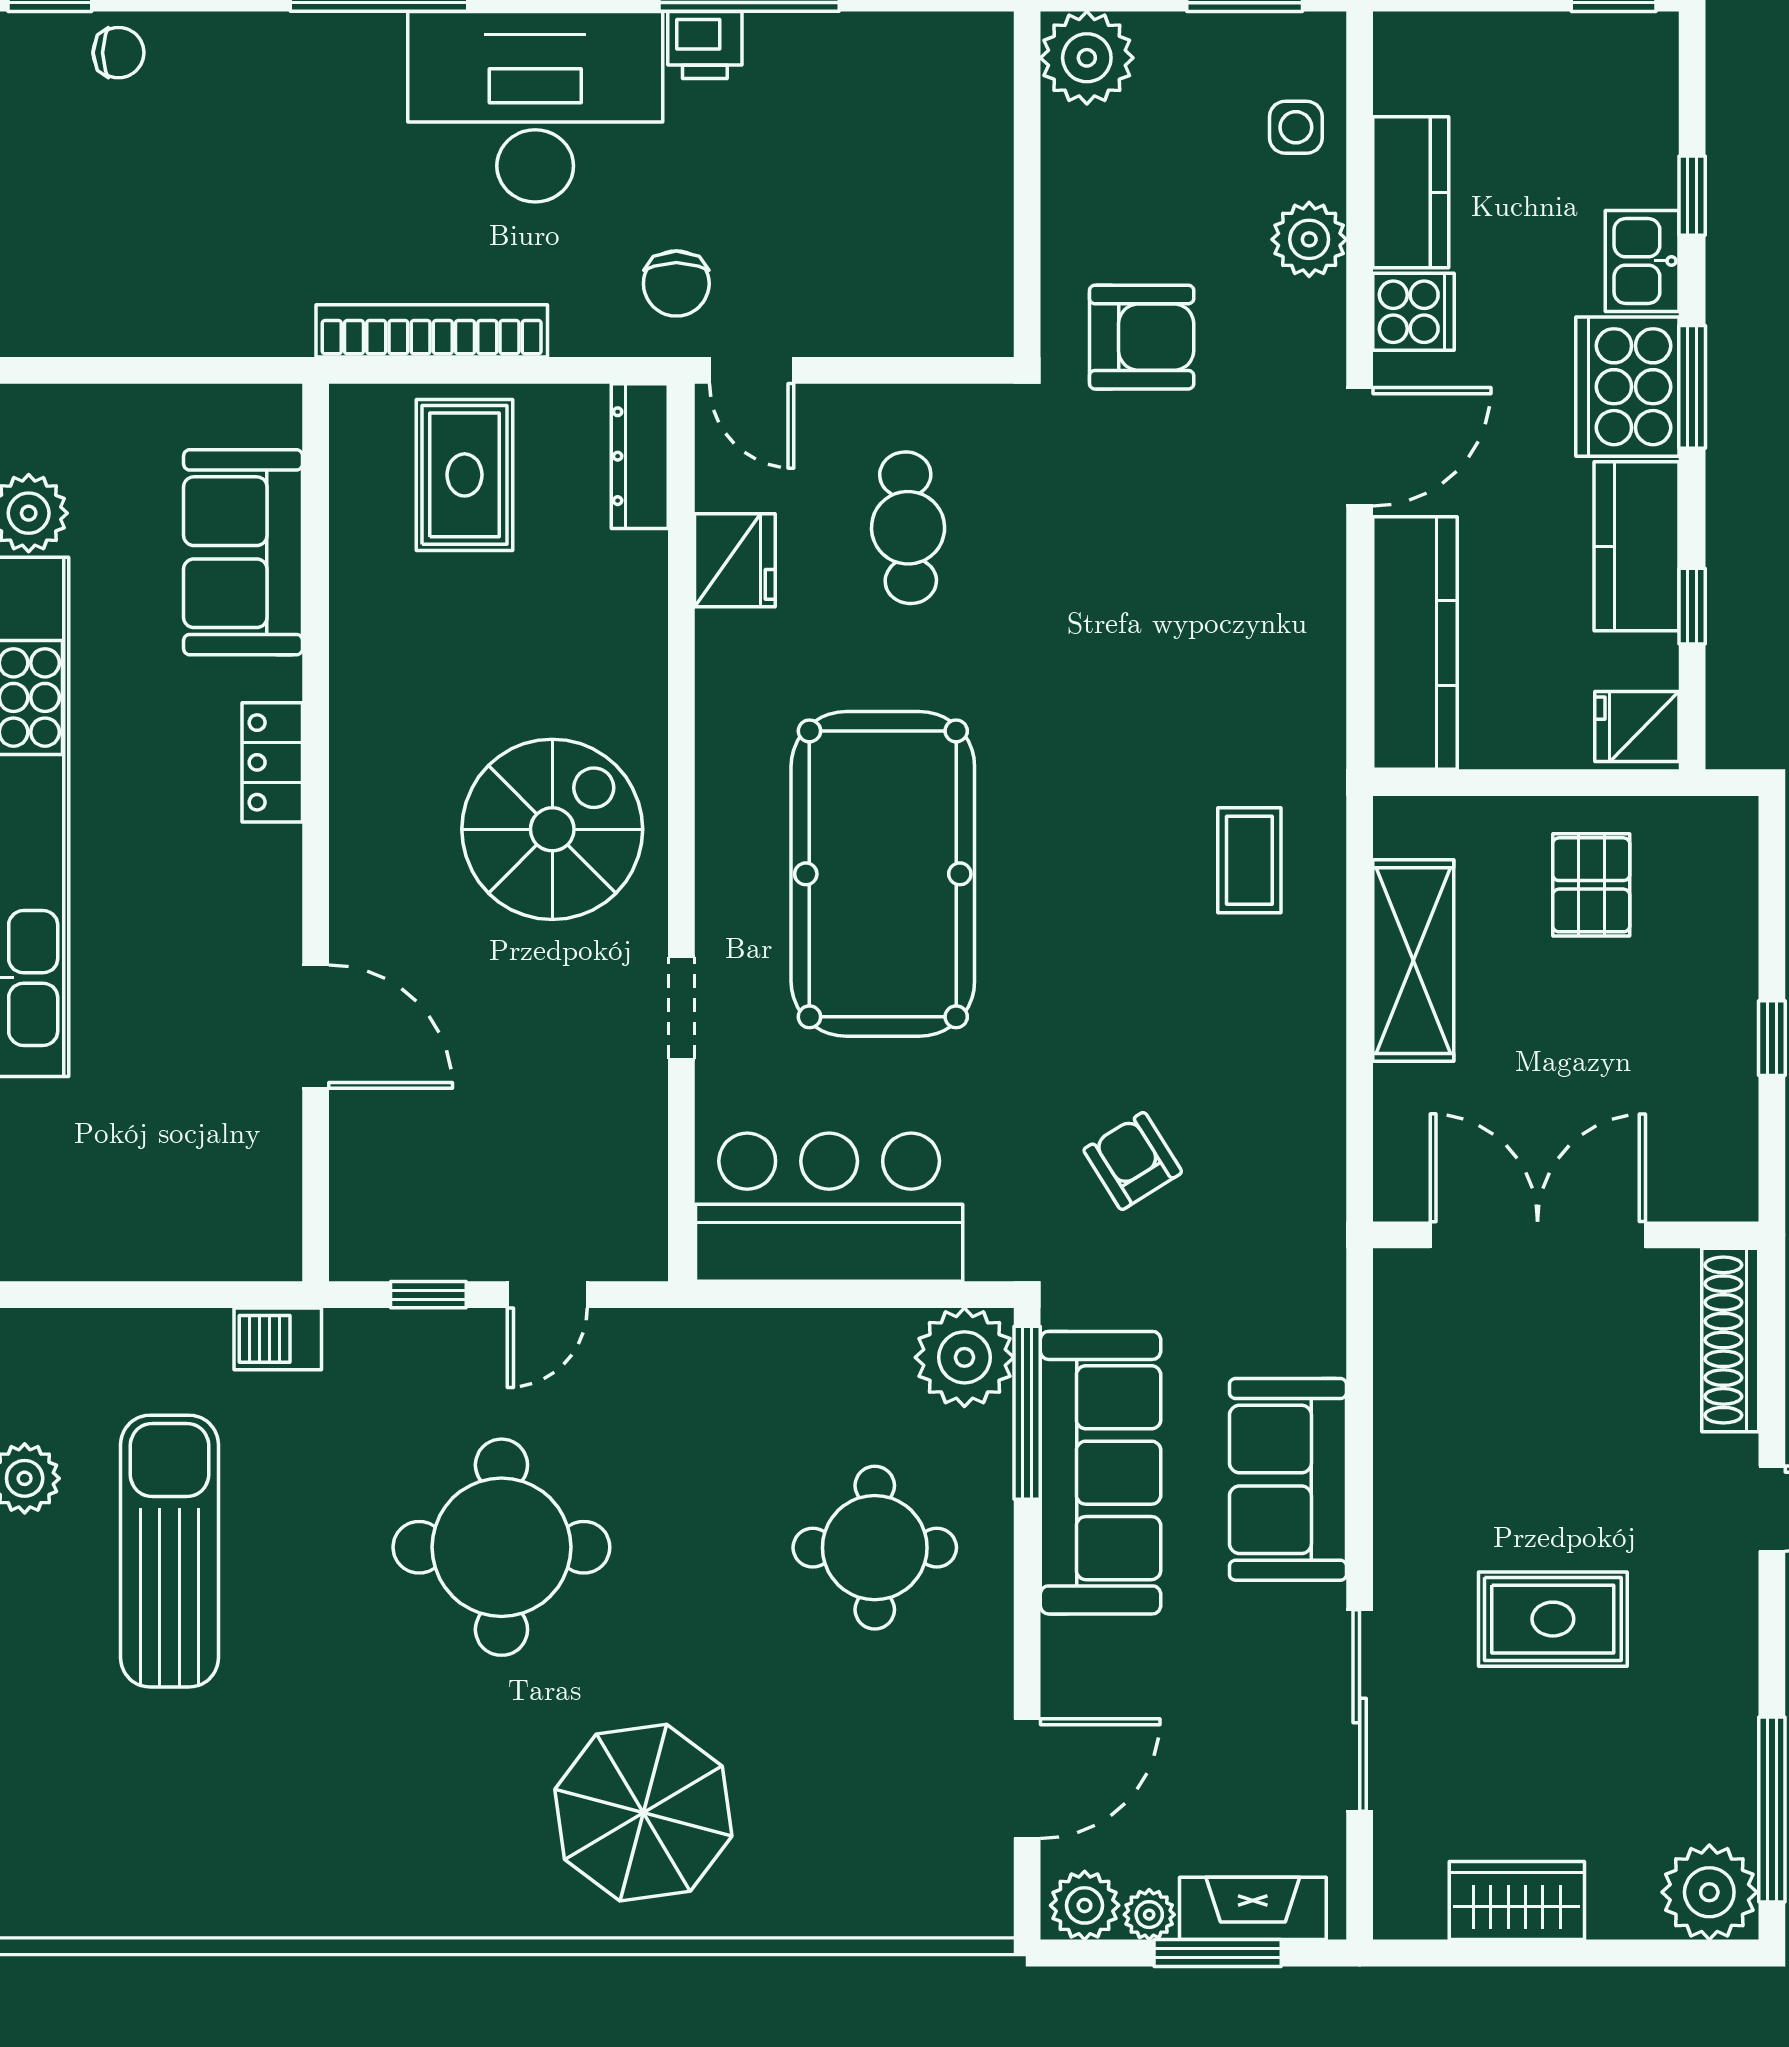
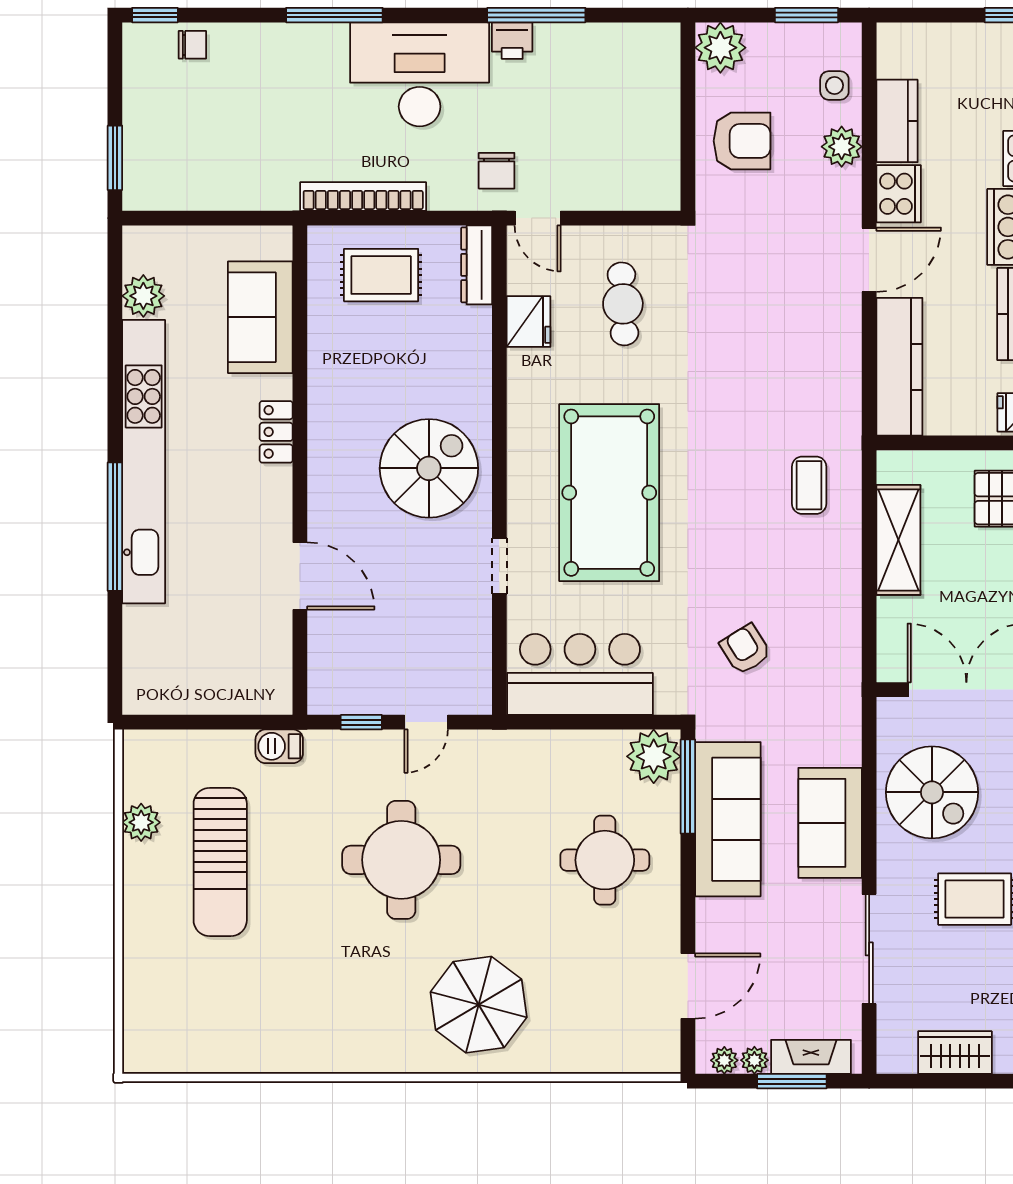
cooker: (1414, 312) -> (899, 194), width x1.36
armchair: (1142, 337) -> (742, 141), moved
rug: (465, 475) -> (381, 275), turned 90
spiral stairs: (1475, 1423) -> (932, 792), added
sun lounger: (170, 1551) -> (220, 862), turned 180
plant: (1085, 1905) -> (724, 1060), width x0.73, depth x0.73

